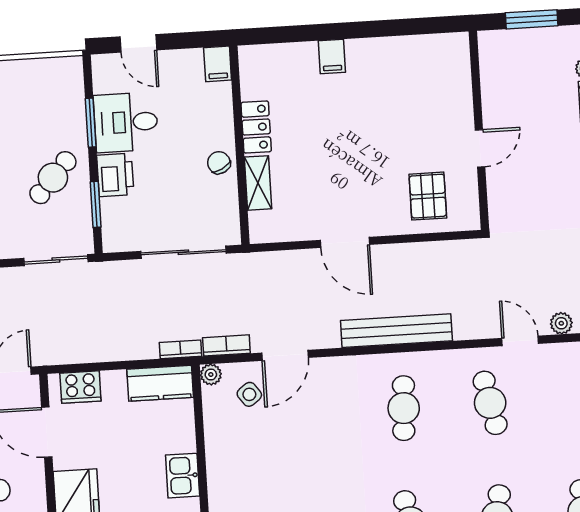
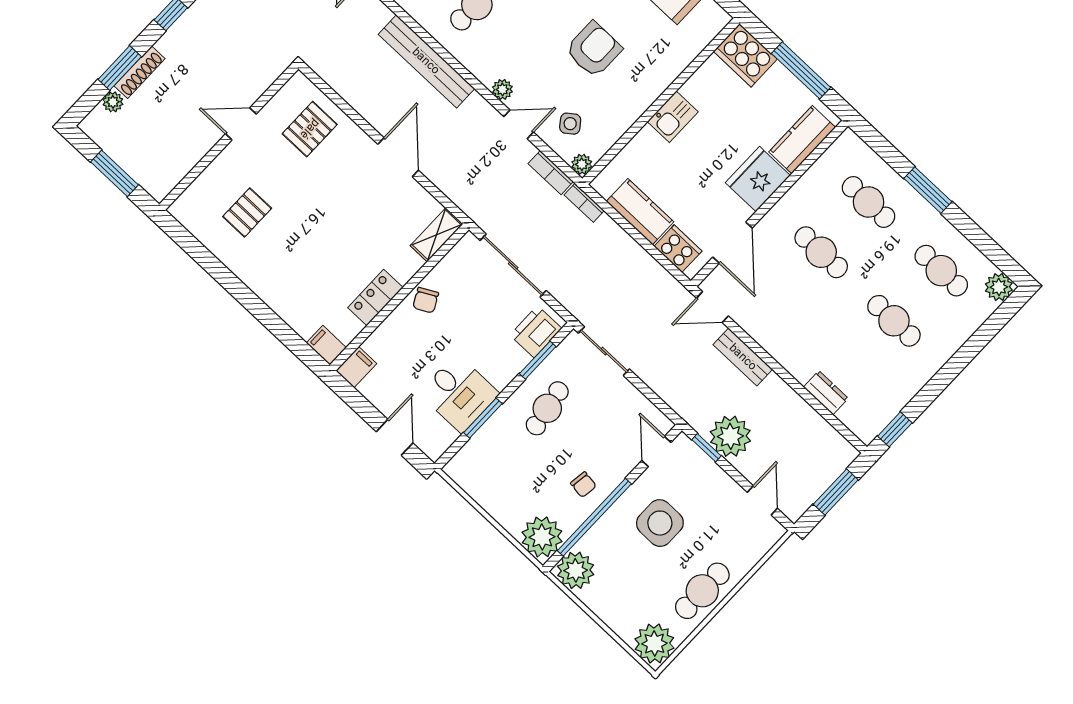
filing cabinet: (332, 56) -> (326, 345), moved, turned -90
pallet: (409, 91) -> (247, 212), added
printer: (115, 175) -> (536, 332), moved
cafe table: (53, 178) -> (547, 408), turned -52
shelving: (258, 183) -> (437, 235), moved
door: (285, 355) -> (519, 124), width x0.73
plant: (322, 368) -> (502, 89), added
kitchen counter: (160, 383) -> (640, 212), moved
armchair: (288, 464) -> (594, 49), added

